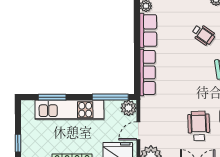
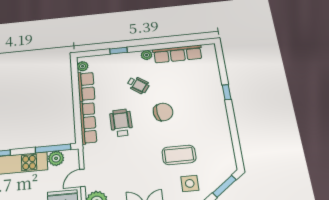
plant: (129, 108) -> (56, 158), moved
wheelchair: (199, 126) -> (121, 123), moved

